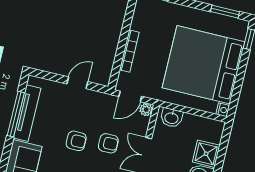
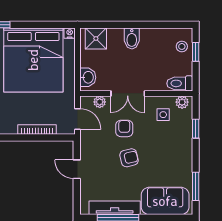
plant: (146, 110) -> (100, 102), moved
armchair: (76, 141) -> (129, 158), turned 77
shower: (206, 154) -> (96, 38), moved

